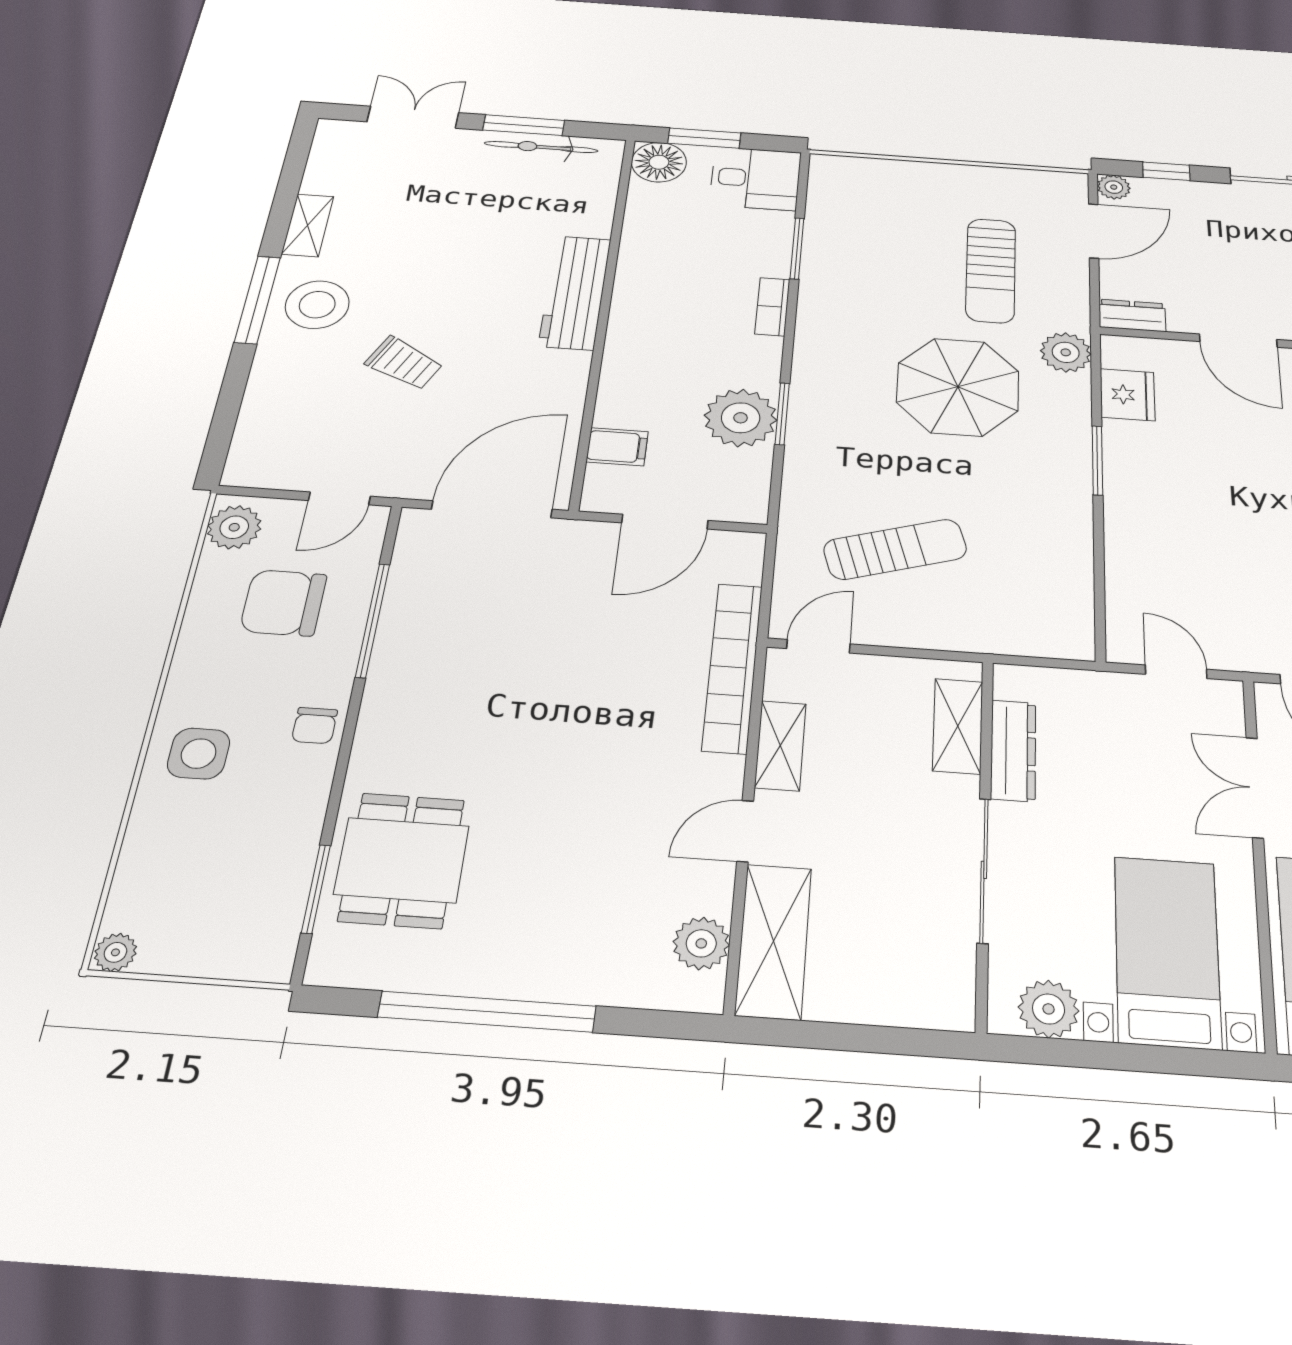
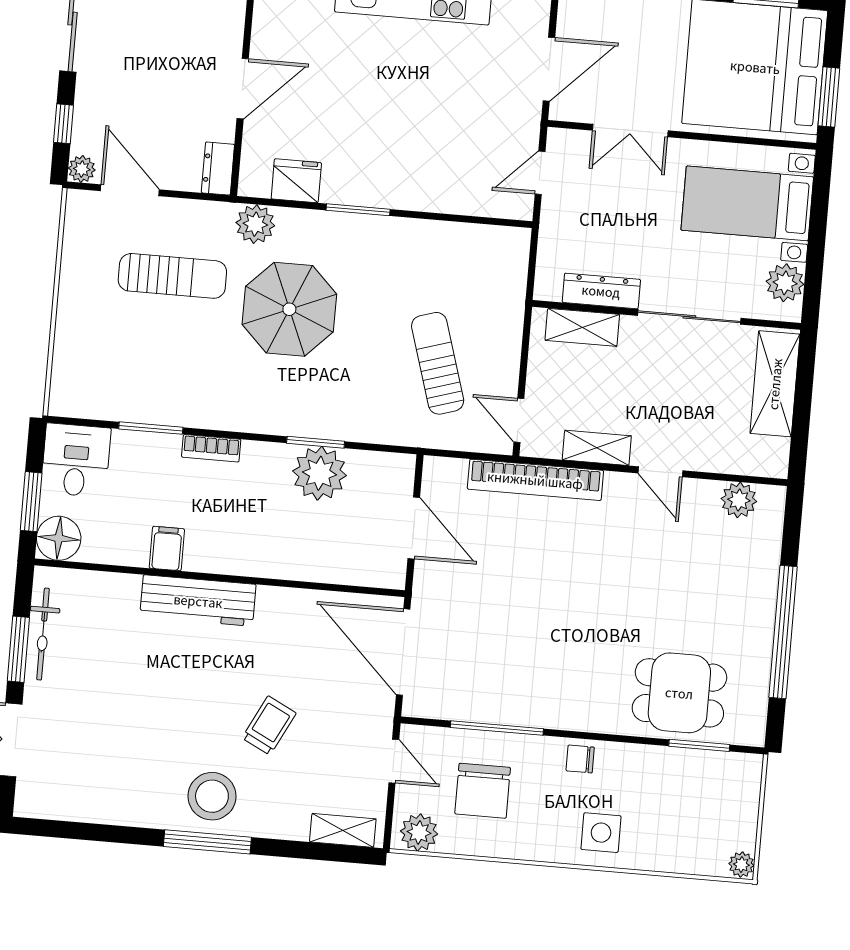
shelving: (308, 225) -> (343, 830), moved
filing cabinet: (617, 447) -> (167, 549), moved
chair: (315, 726) -> (580, 759), turned 180
shelving: (774, 941) -> (775, 384), moved, turned 90

